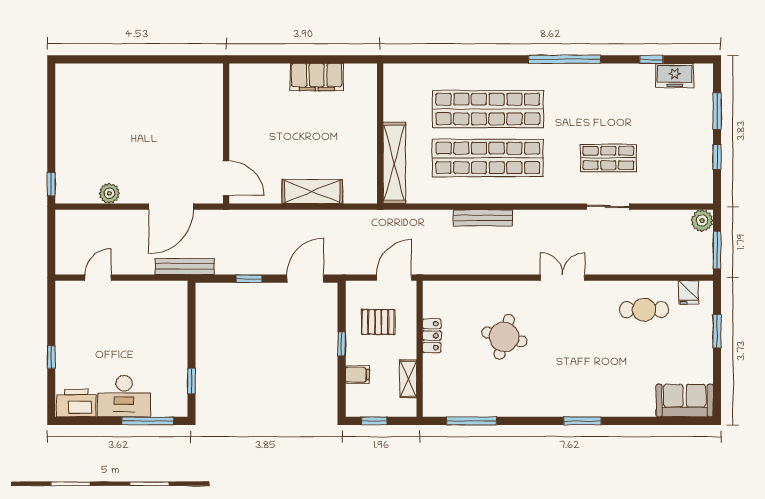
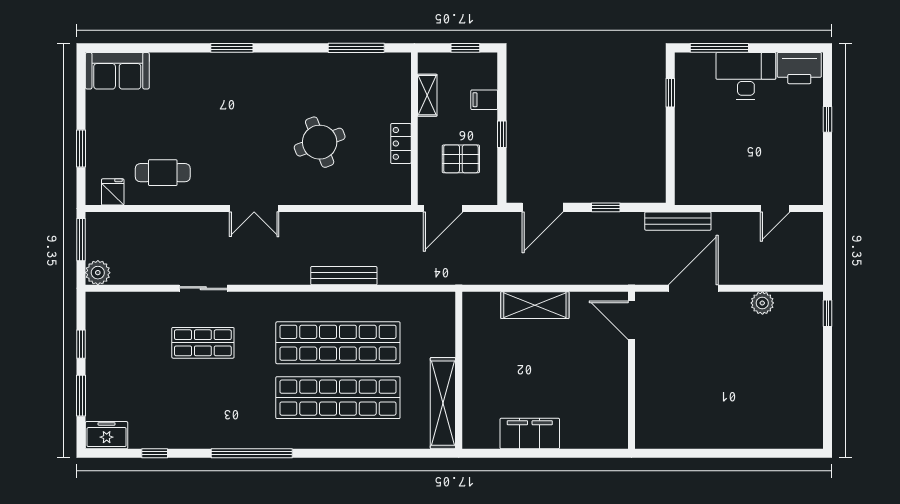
freezer: (675, 76) -> (107, 435), moved
shelving: (394, 163) -> (443, 403), moved
round table: (504, 337) -> (320, 142), turned -36

